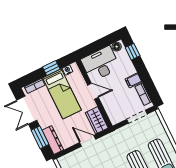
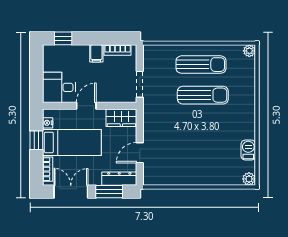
floor lamp: (117, 47) -> (48, 54), removed
desk: (101, 64) -> (59, 87), width x0.73
double door: (27, 110) -> (71, 192), swing flipped
doorway: (137, 117) -> (140, 84), moved
door: (88, 141) -> (140, 153), moved

